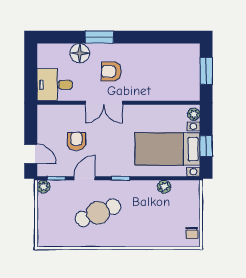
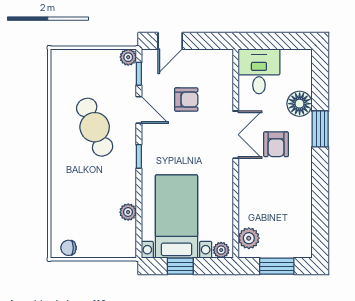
armchair: (111, 71) -> (276, 144), turned 180
plant: (184, 93) -> (249, 238), added
double door: (104, 103) -> (236, 135), swing flipped

